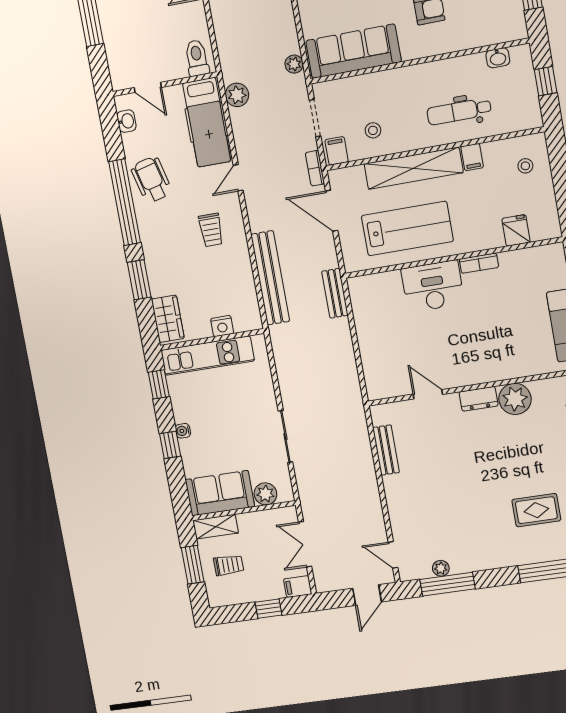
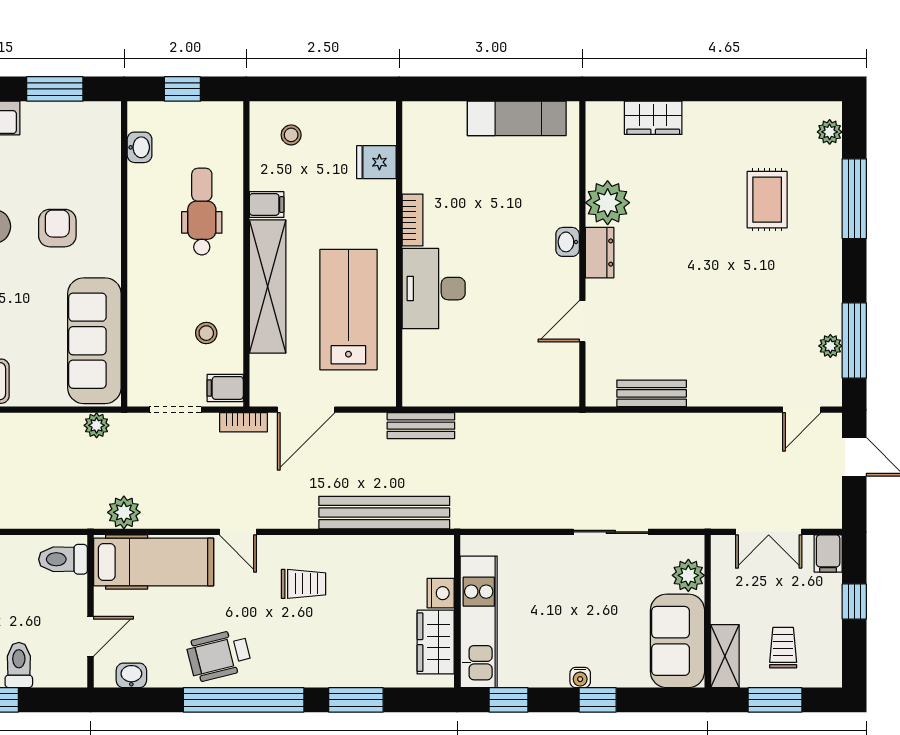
toilet: (119, 41) -> (19, 665), added
dental chair: (459, 111) -> (202, 212), turned 180
wardrobe: (168, 319) -> (436, 642), moved, turned -90
washbasin: (482, 375) -> (568, 242), added

